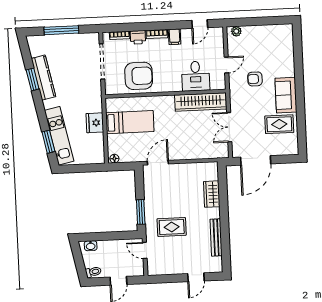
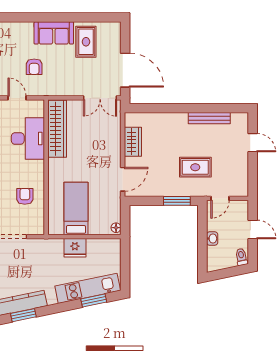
armchair: (139, 76) -> (25, 196), width x0.53, depth x0.53
desk: (196, 76) -> (28, 139), width x1.37
double door: (229, 127) -> (100, 98), moved
door: (158, 163) -> (123, 179), swing flipped
wardrobe: (212, 194) -> (133, 142), moved, turned -90
rug: (172, 227) -> (195, 167), turned 90
washbasin: (91, 246) -> (212, 239), moved

